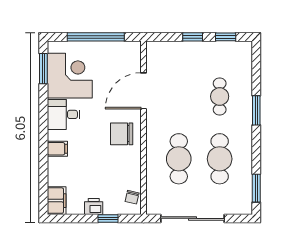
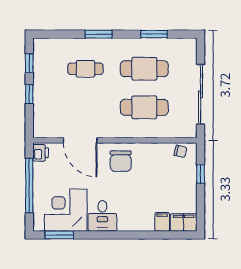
filing cabinet: (57, 149) -> (162, 222), moved
window: (256, 188) -> (154, 34), moved
printer: (94, 206) -> (41, 153), moved, turned 180

